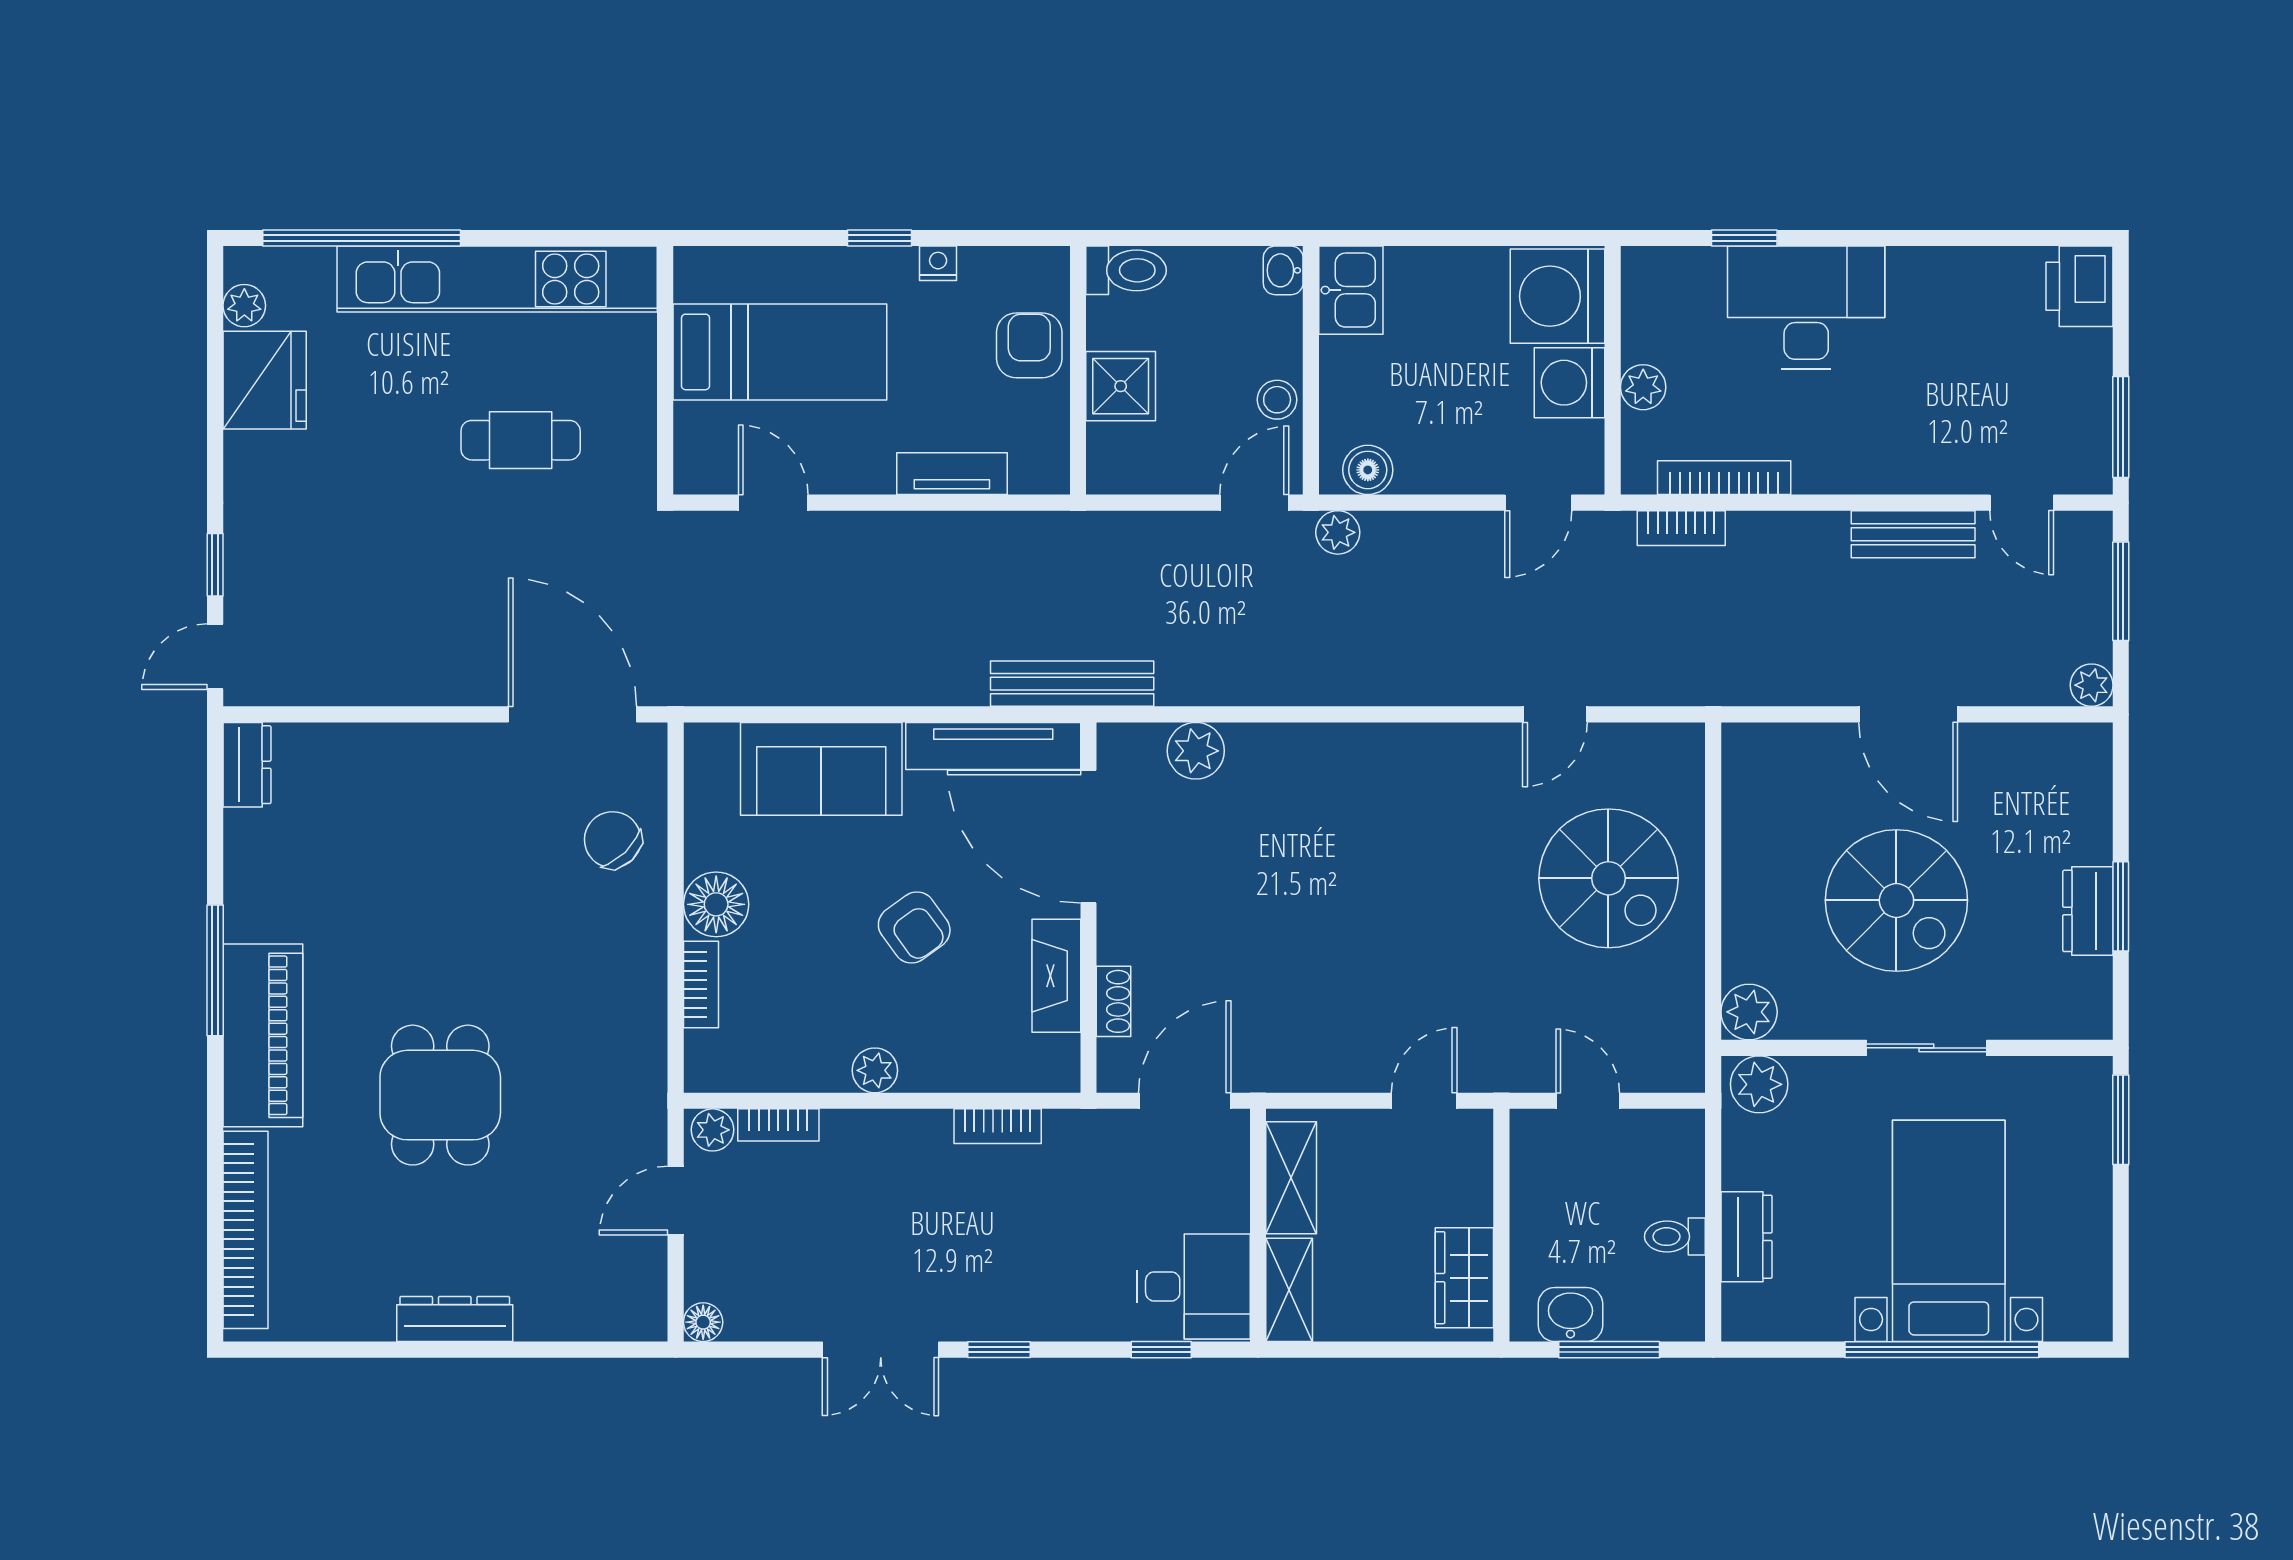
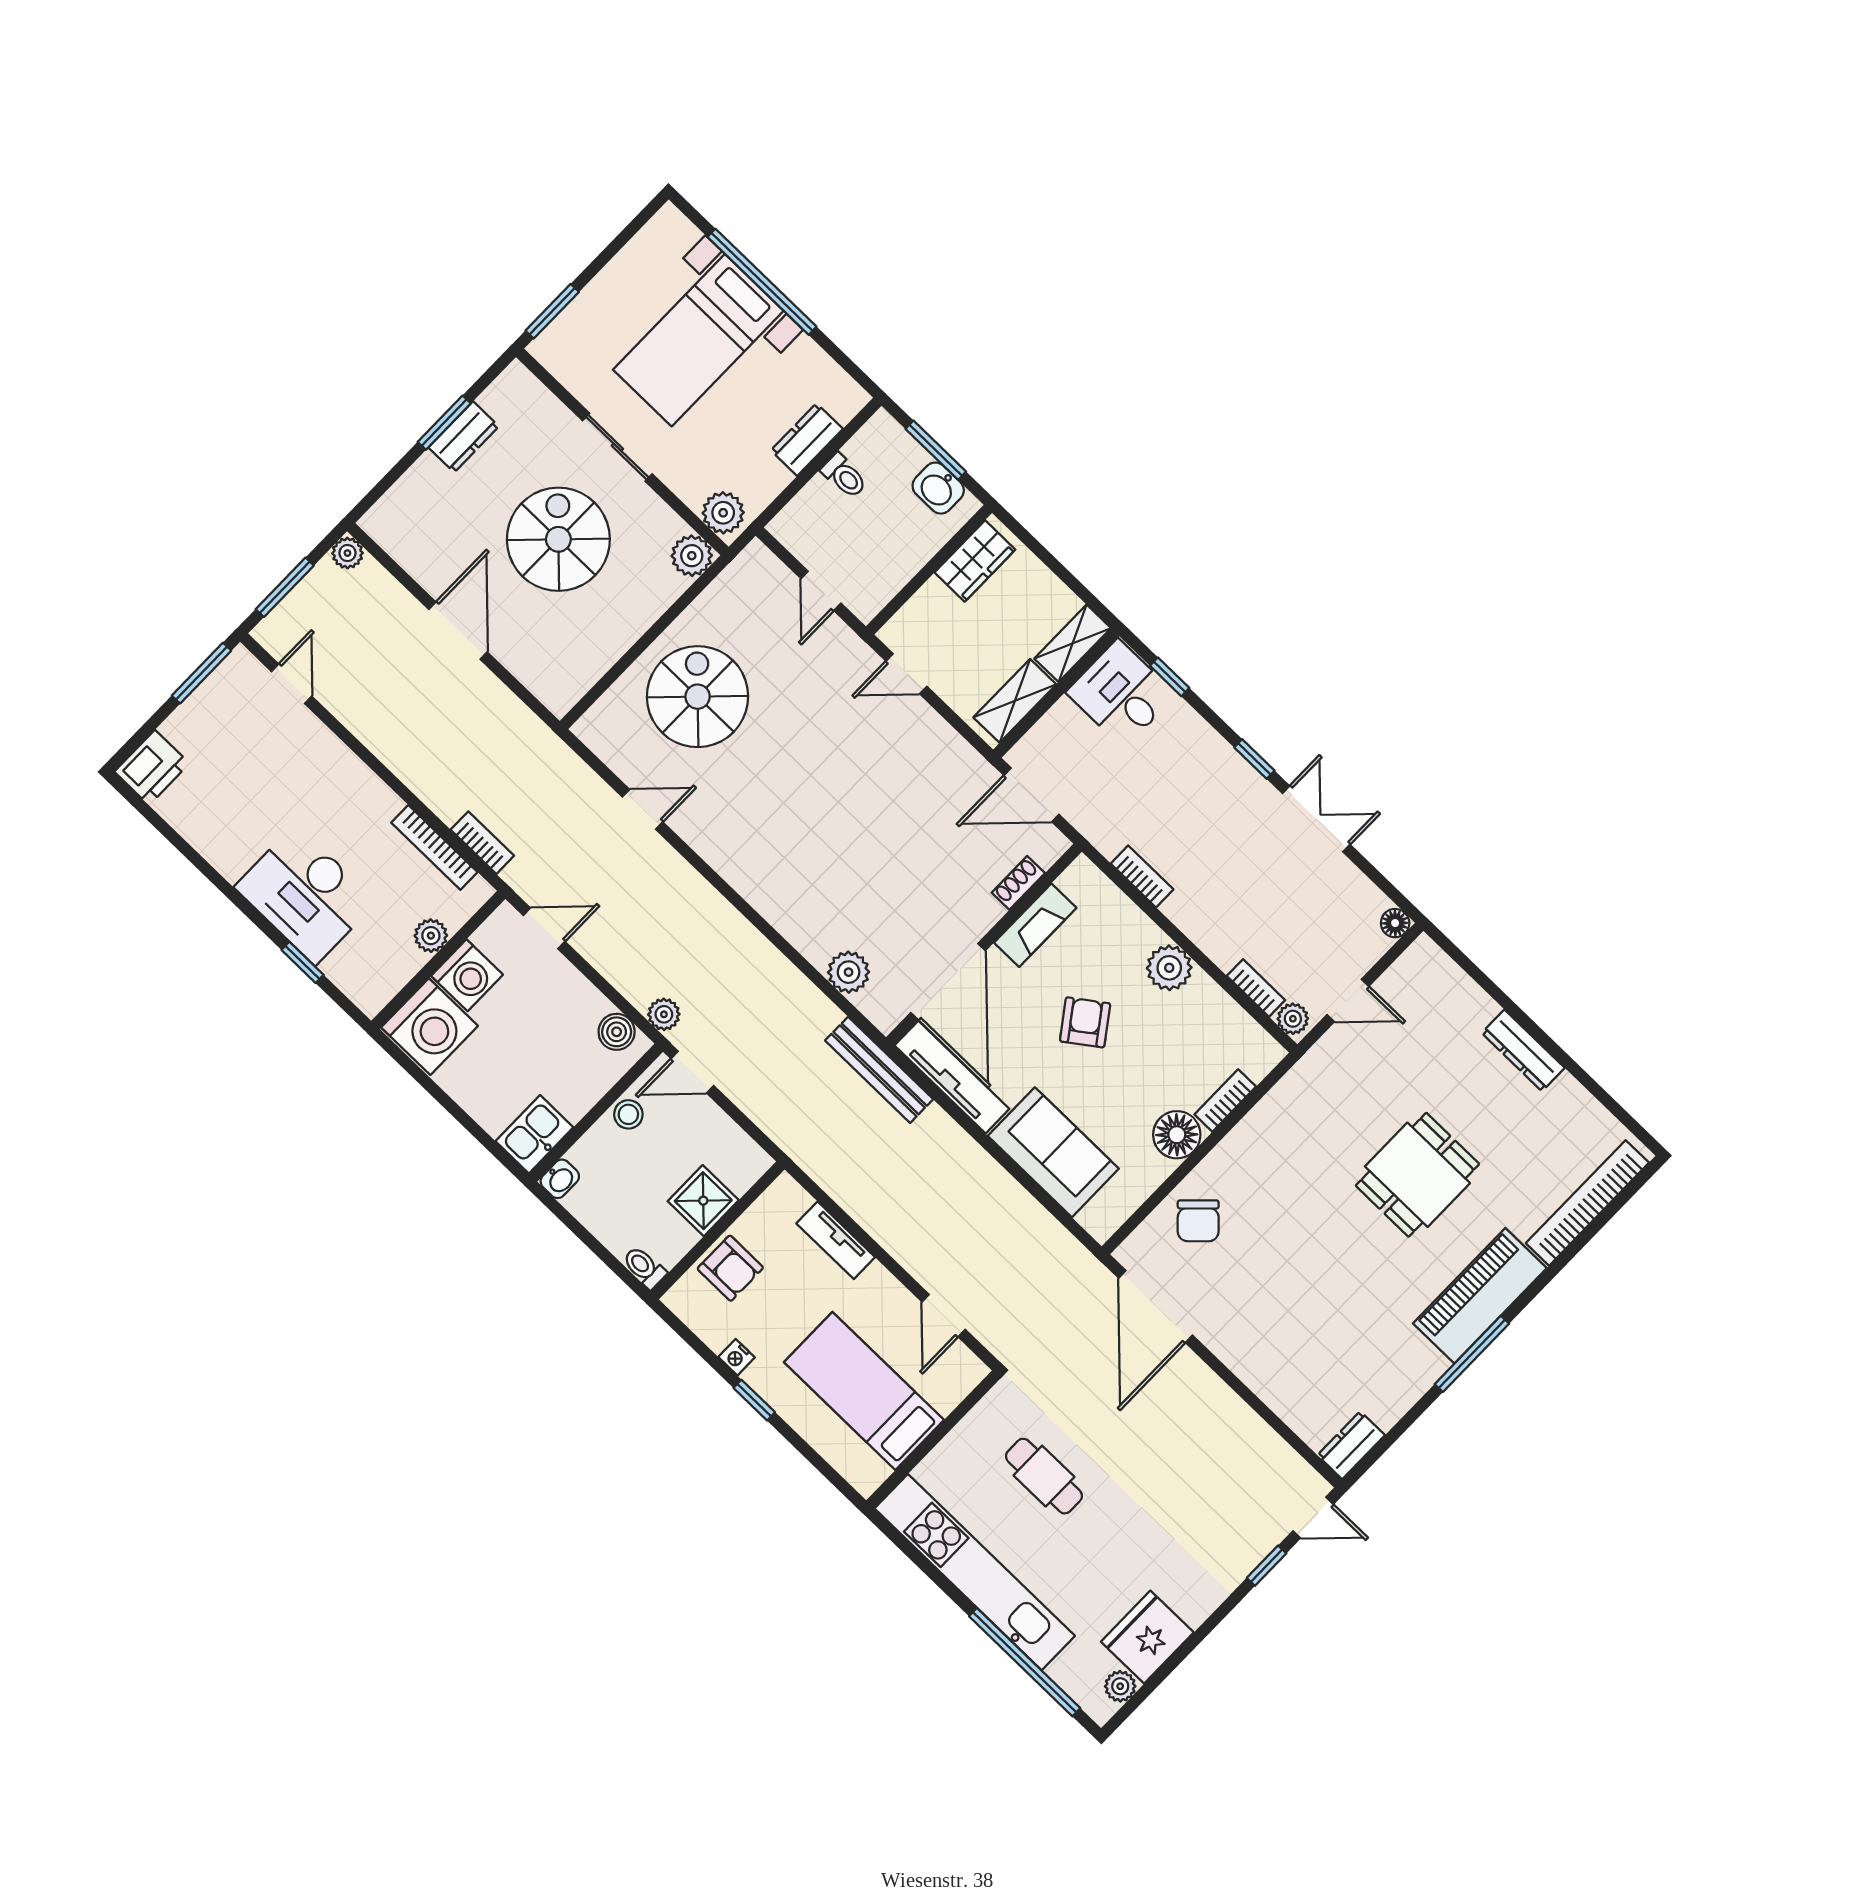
toilet: (1126, 270) -> (644, 1267), width x0.73, depth x0.72
armchair: (1029, 345) -> (730, 1268), turned -90
bench: (1913, 534) -> (364, 722), removed
plant: (875, 1070) -> (1169, 968), width x1.38, depth x1.38

